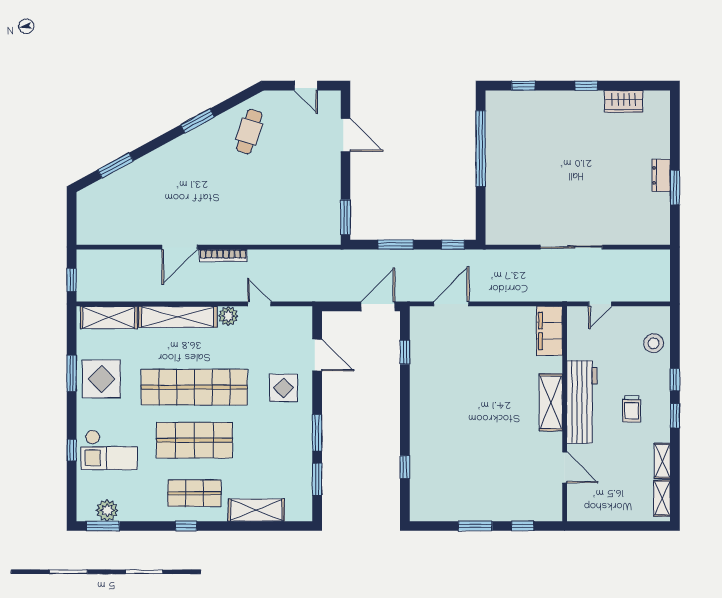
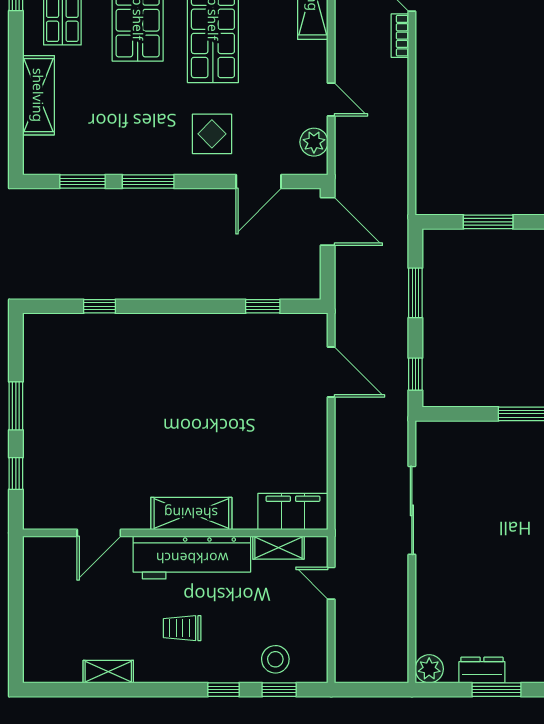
dresser: (661, 175) -> (482, 670), moved
window: (345, 217) -> (488, 222), moved
plant: (660, 235) -> (429, 669), added
sliding door: (571, 247) -> (412, 510), moved
bookcase: (223, 256) -> (400, 36), width x0.64
door: (259, 304) -> (331, 99), hinge flipped
door: (378, 306) -> (328, 221), moved
plant: (228, 316) -> (314, 142), moved
window: (675, 416) -> (279, 690), moved
shelving: (662, 498) -> (278, 548), moved

